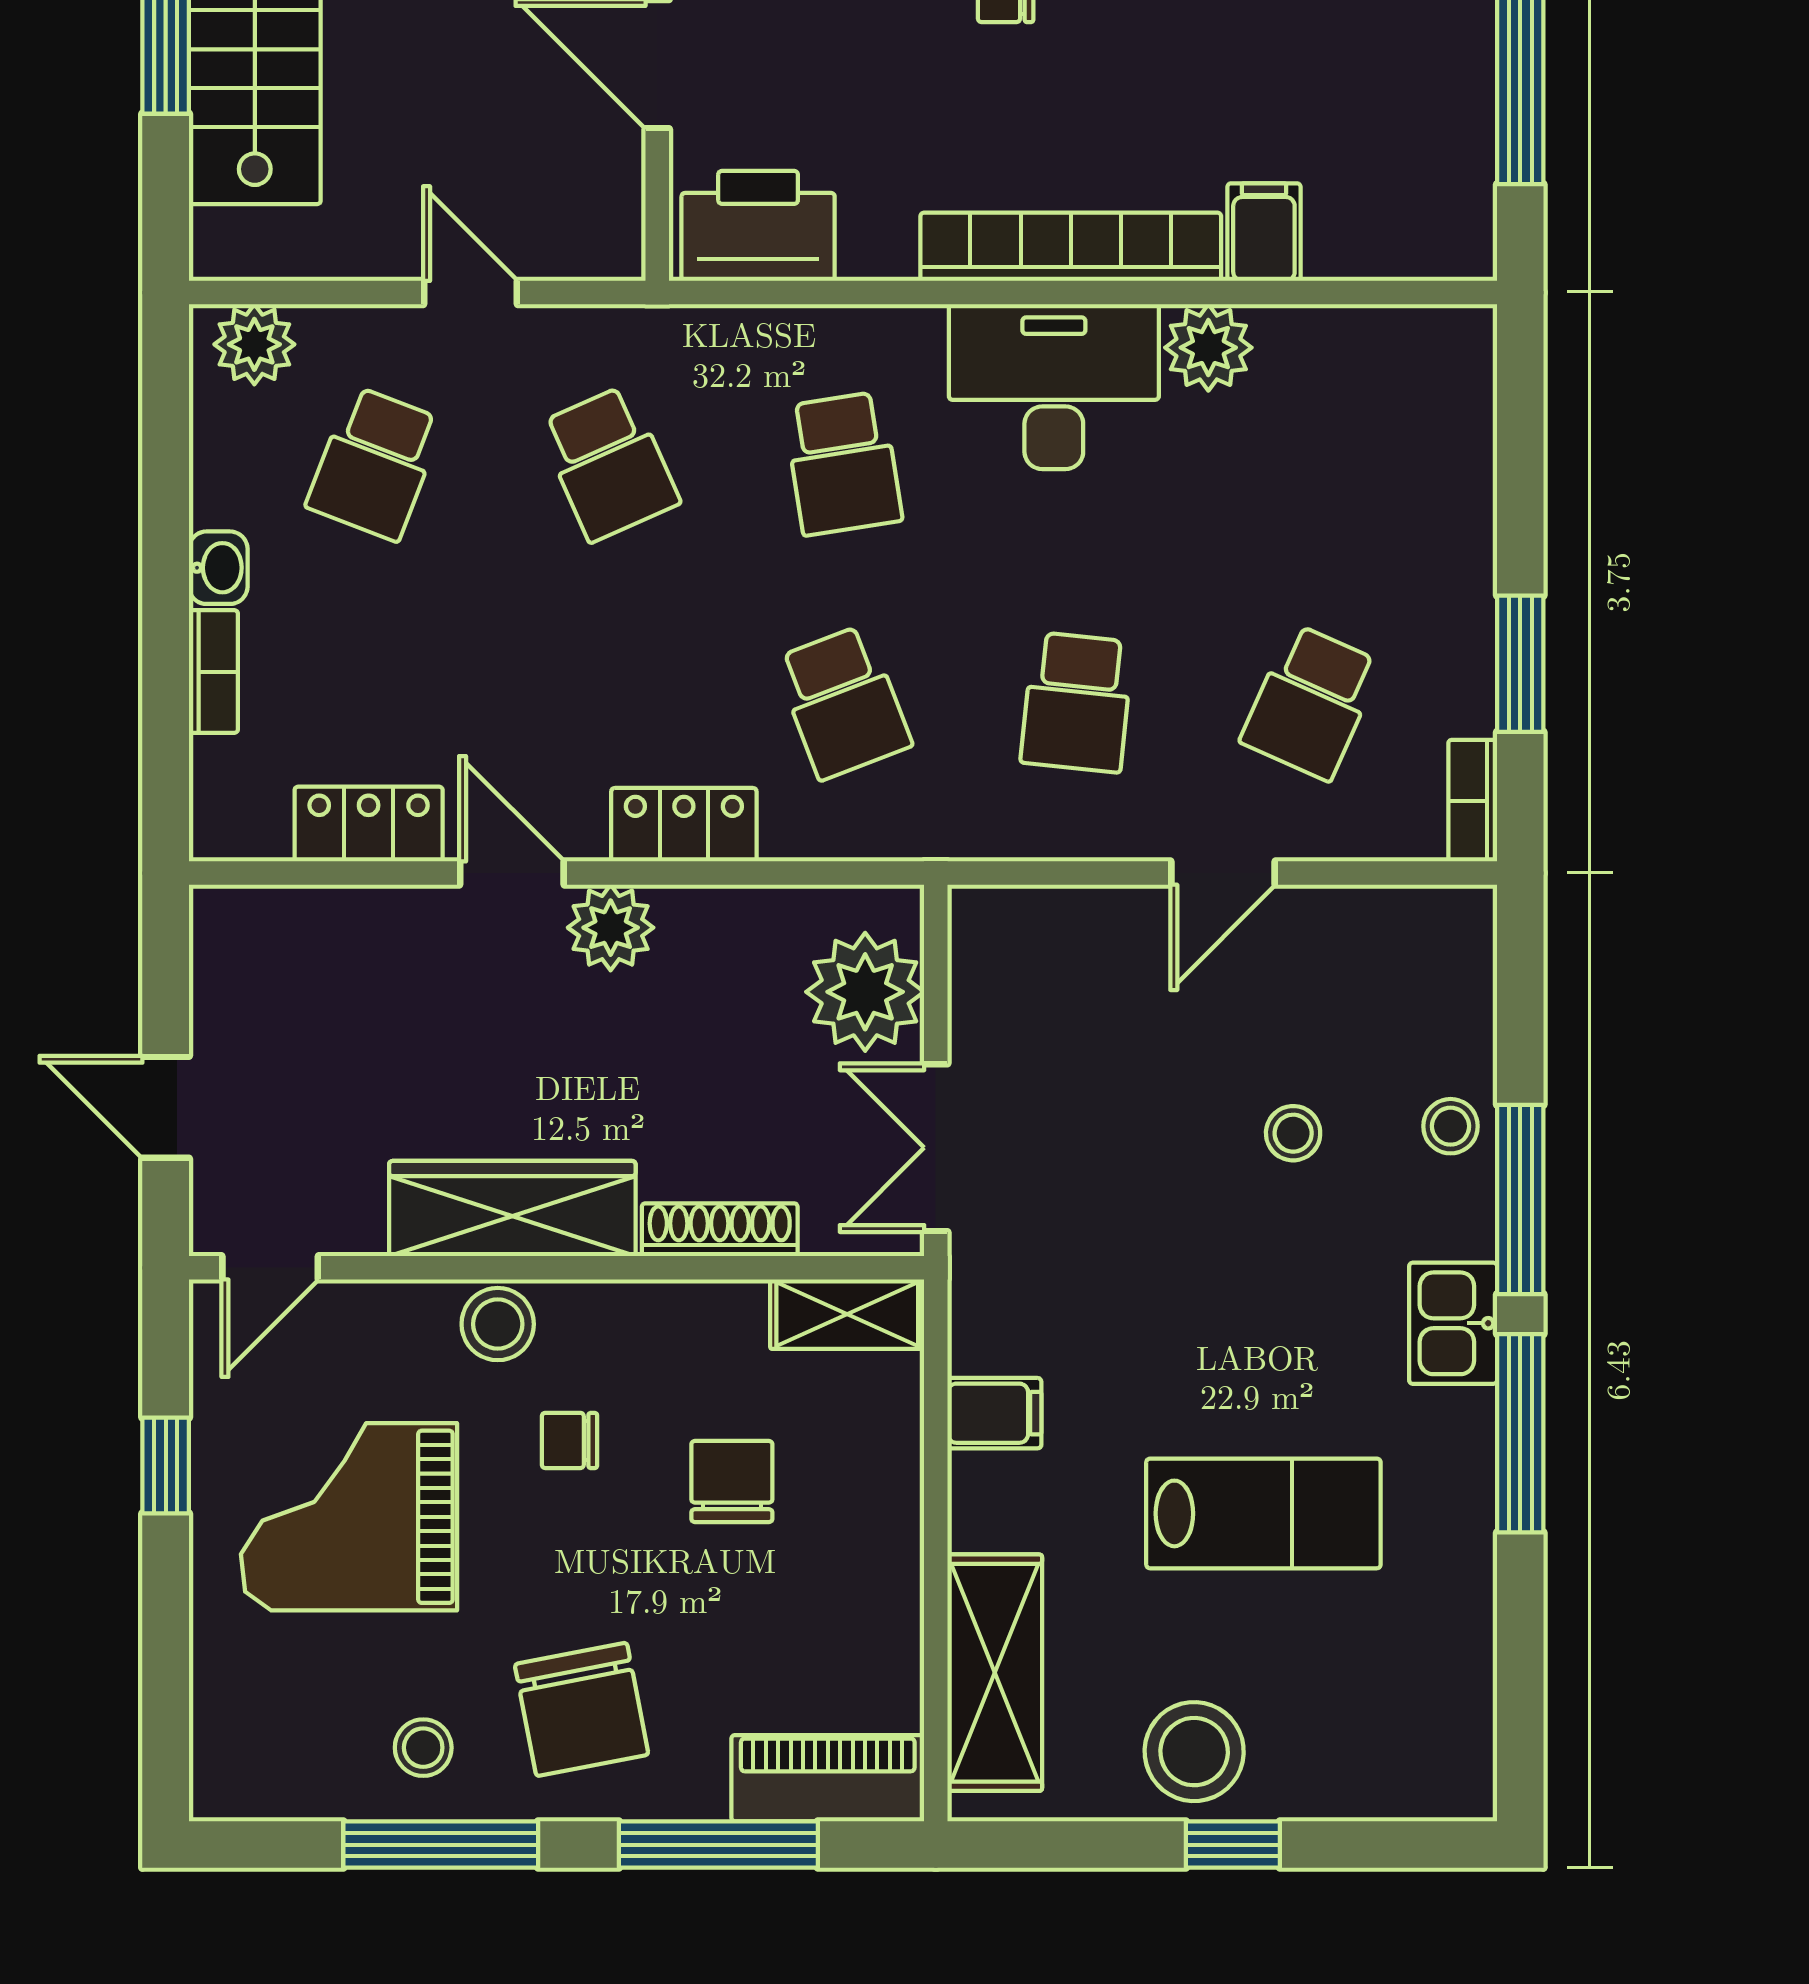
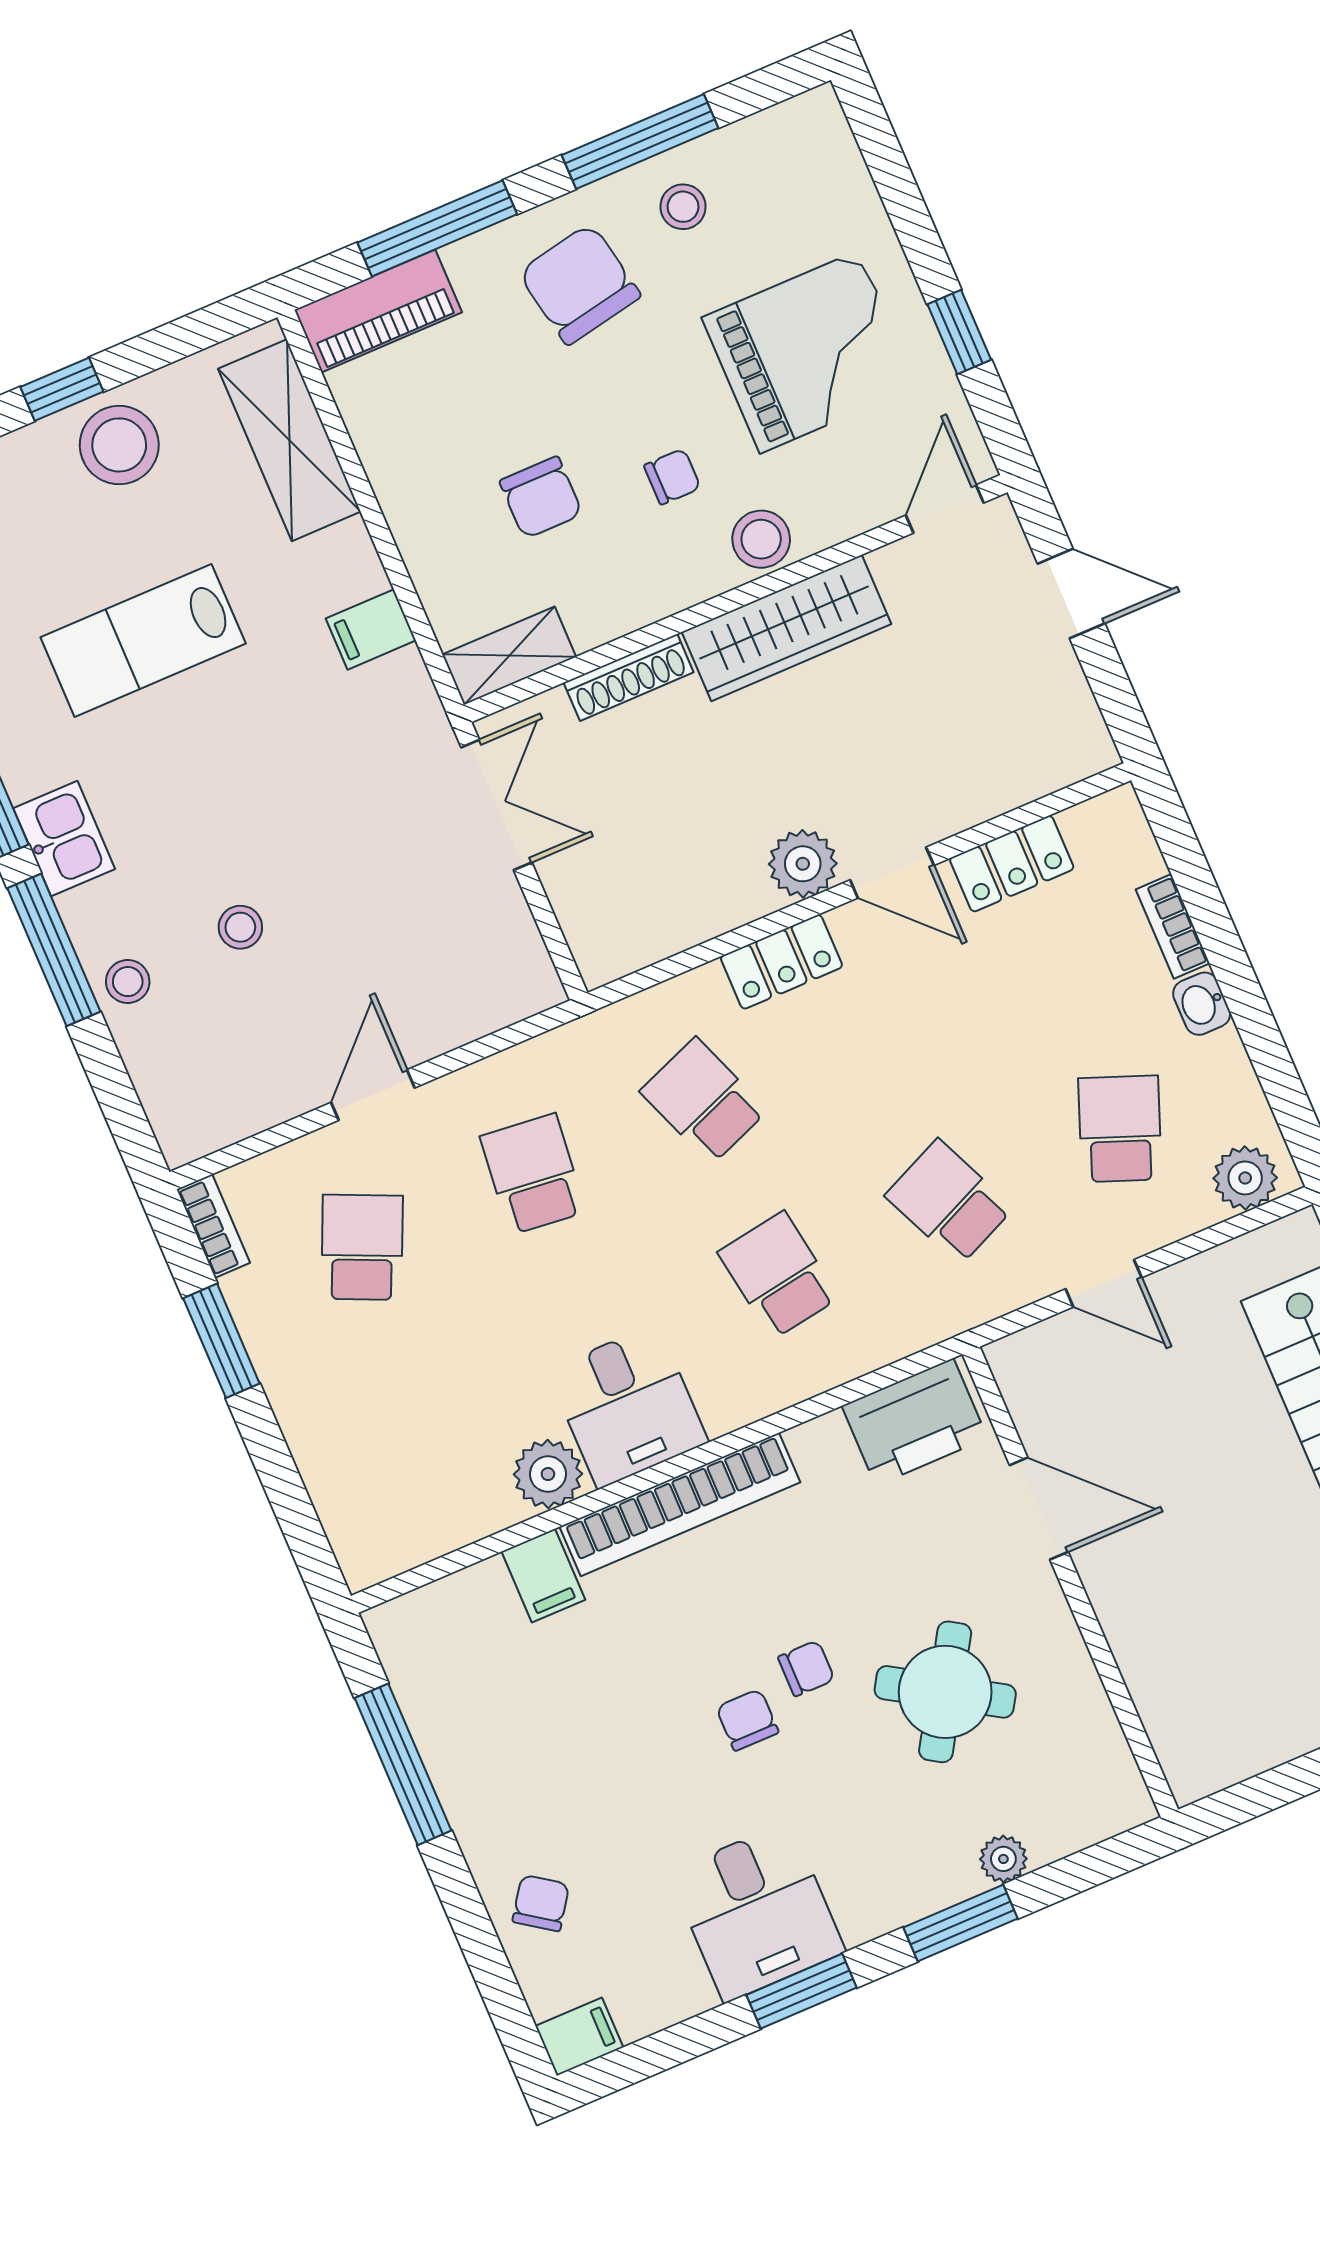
desk: (1054, 387) -> (628, 1406), width x0.73
plant: (865, 992) -> (597, 897), removed

